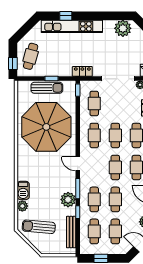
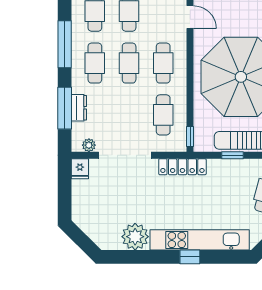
window: (66, 16) -> (190, 257), moved
plant: (123, 28) -> (135, 237), moved
locker: (82, 71) -> (182, 167), width x1.53

